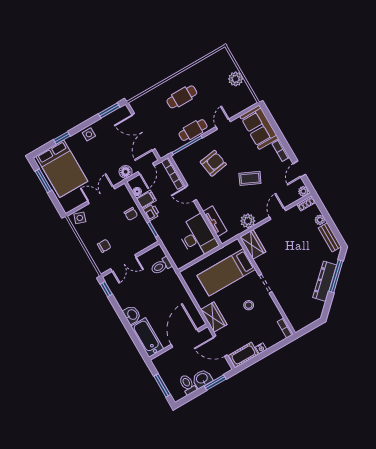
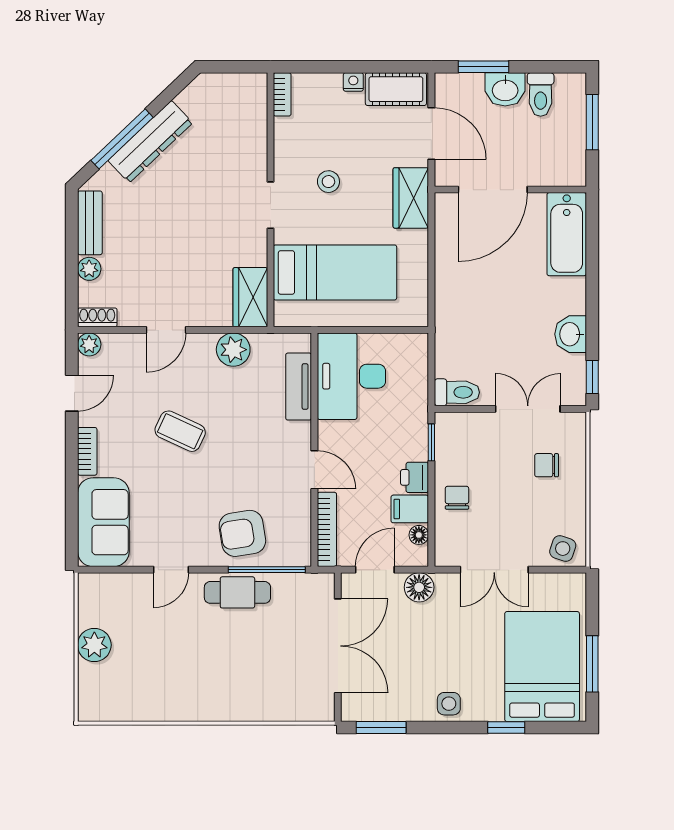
cafe table: (182, 97) -> (221, 671), removed
armchair: (213, 163) -> (242, 533), moved
toilet: (161, 266) -> (457, 392), moved
washbasin: (132, 315) -> (571, 334), moved

